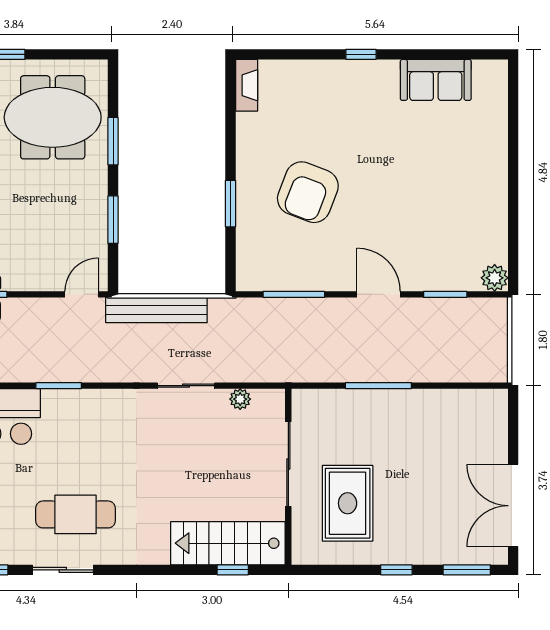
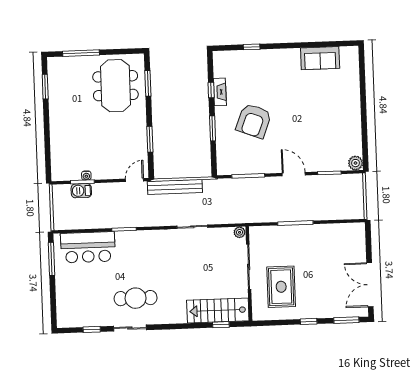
window: (361, 54) -> (252, 47), moved
fireplace: (247, 85) -> (220, 92), moved
meeting table: (53, 117) -> (116, 86), turned 90
window: (231, 132) -> (211, 90), added
window: (113, 141) -> (148, 83), moved
plant: (240, 399) -> (240, 232), moved

